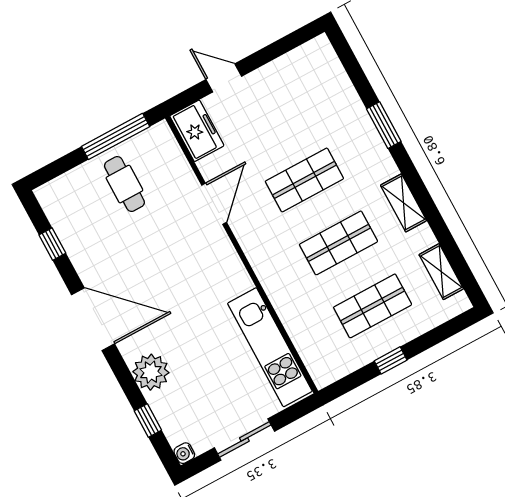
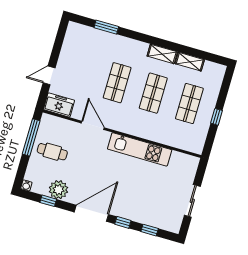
window: (384, 125) -> (106, 27), moved
shelving: (441, 272) -> (190, 62), moved
kitchen unit: (270, 347) -> (140, 149), moved
plant: (151, 372) -> (58, 190), moved
window: (123, 374) -> (123, 222), added
water cooler: (184, 453) -> (26, 185), moved

